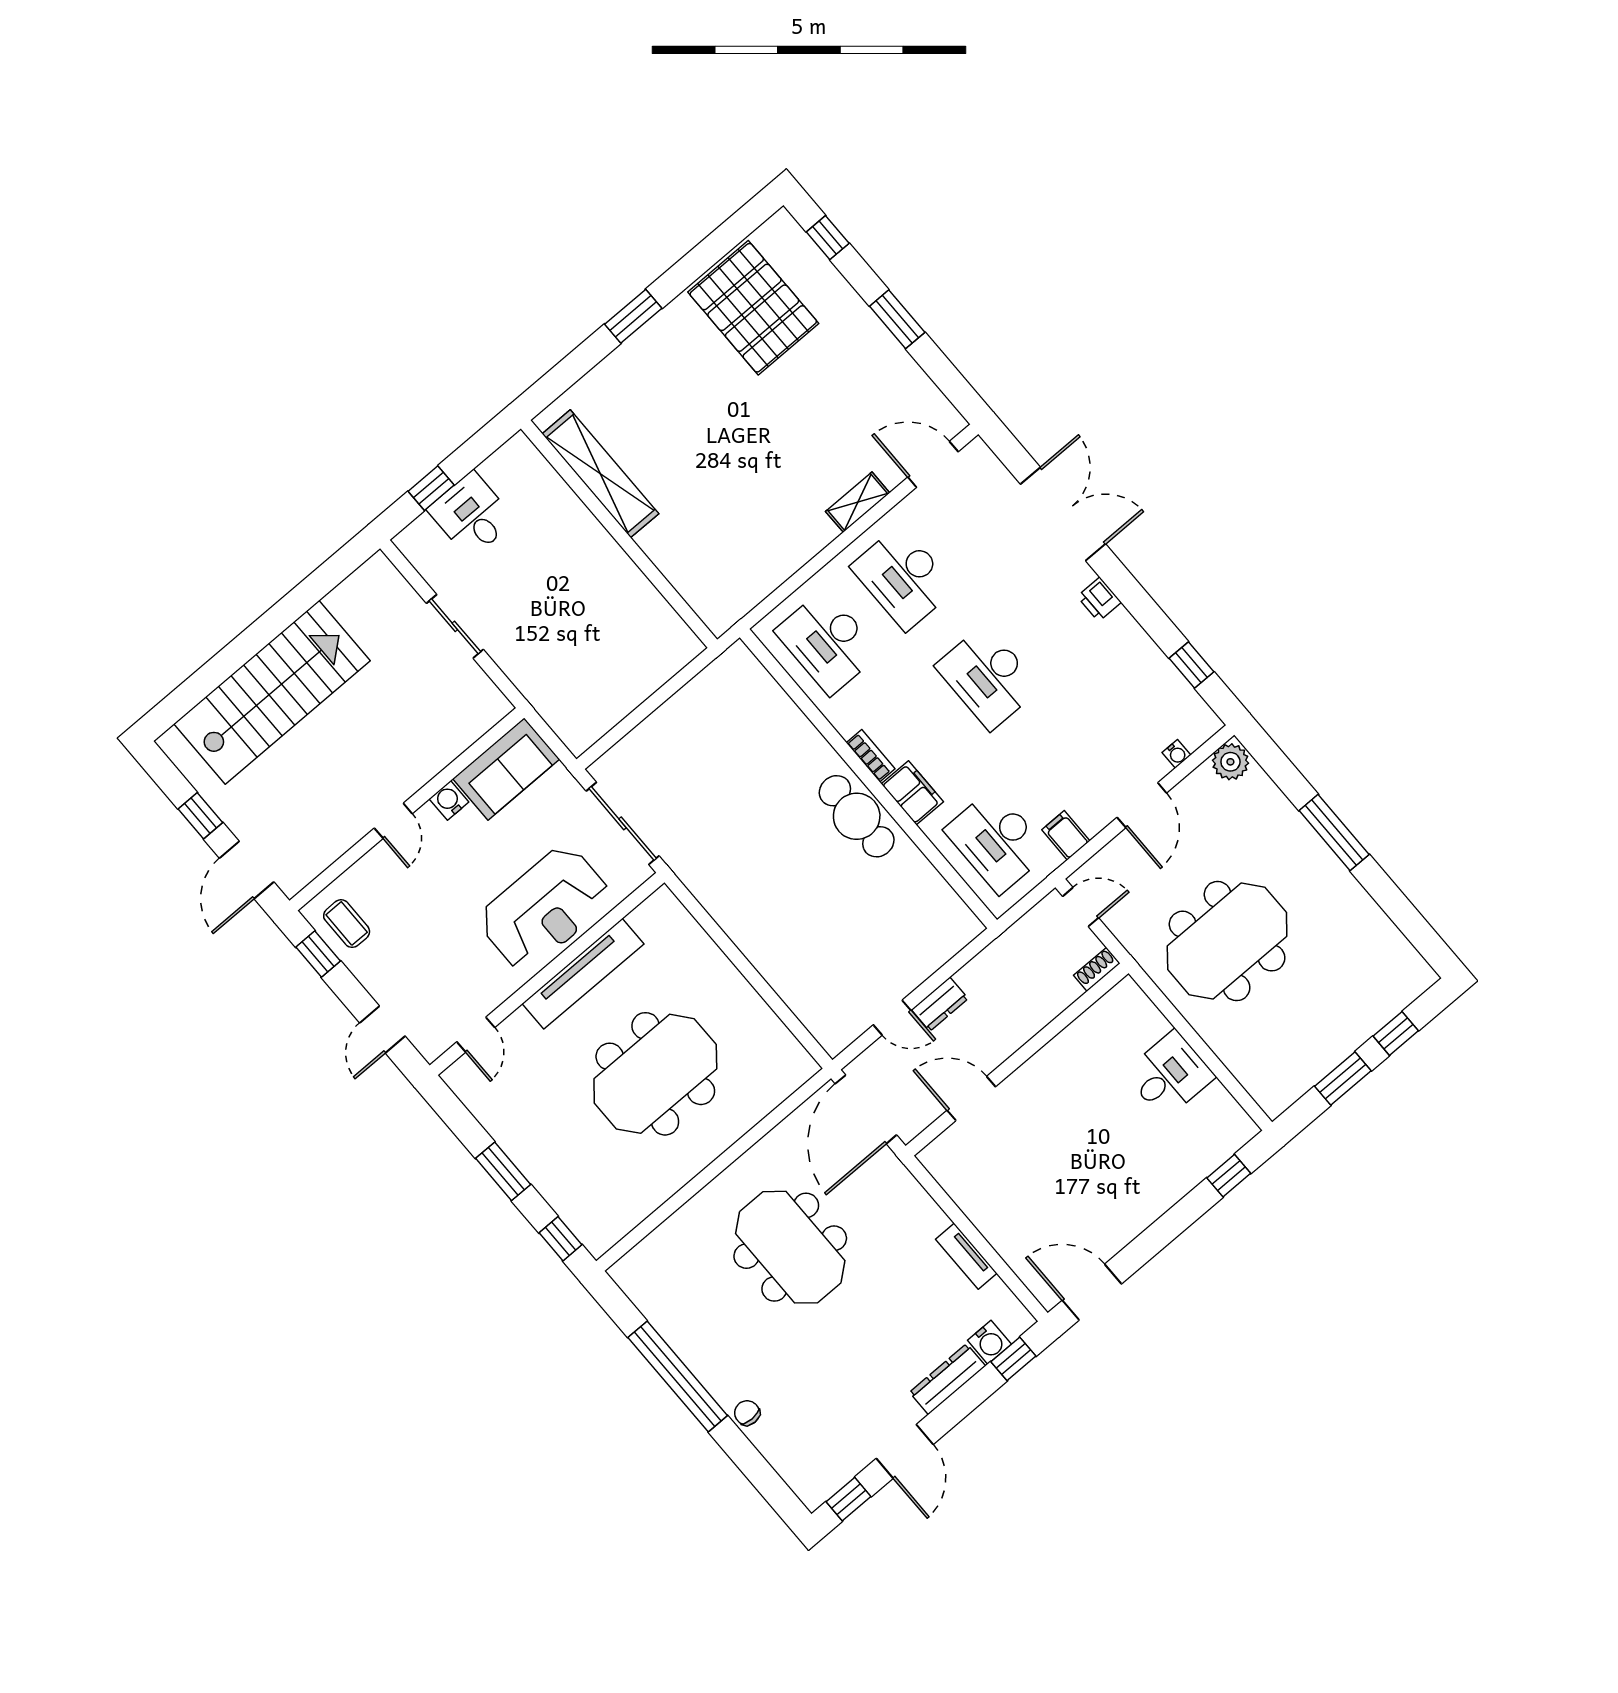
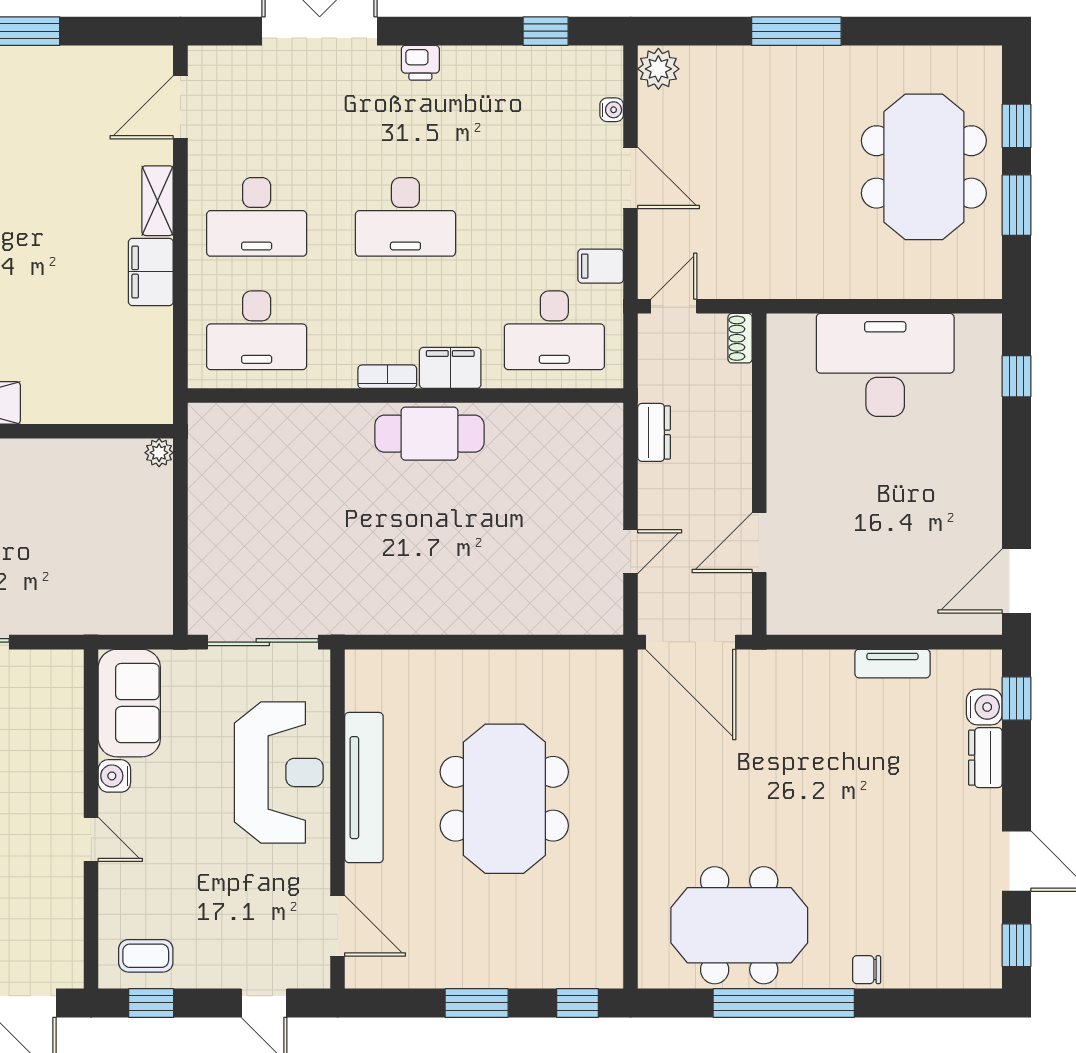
filing cabinet: (806, 538) -> (151, 272), added
plant: (690, 646) -> (159, 453), added
meeting table: (1227, 941) -> (924, 167), moved
dresser: (940, 1004) -> (654, 432), moved
door: (476, 1035) -> (338, 926), width x1.38
desk: (1170, 1075) -> (885, 365), width x1.87, depth x1.30
meeting table: (790, 1247) -> (739, 925), moved
dresser: (947, 1379) -> (985, 758), width x0.70

